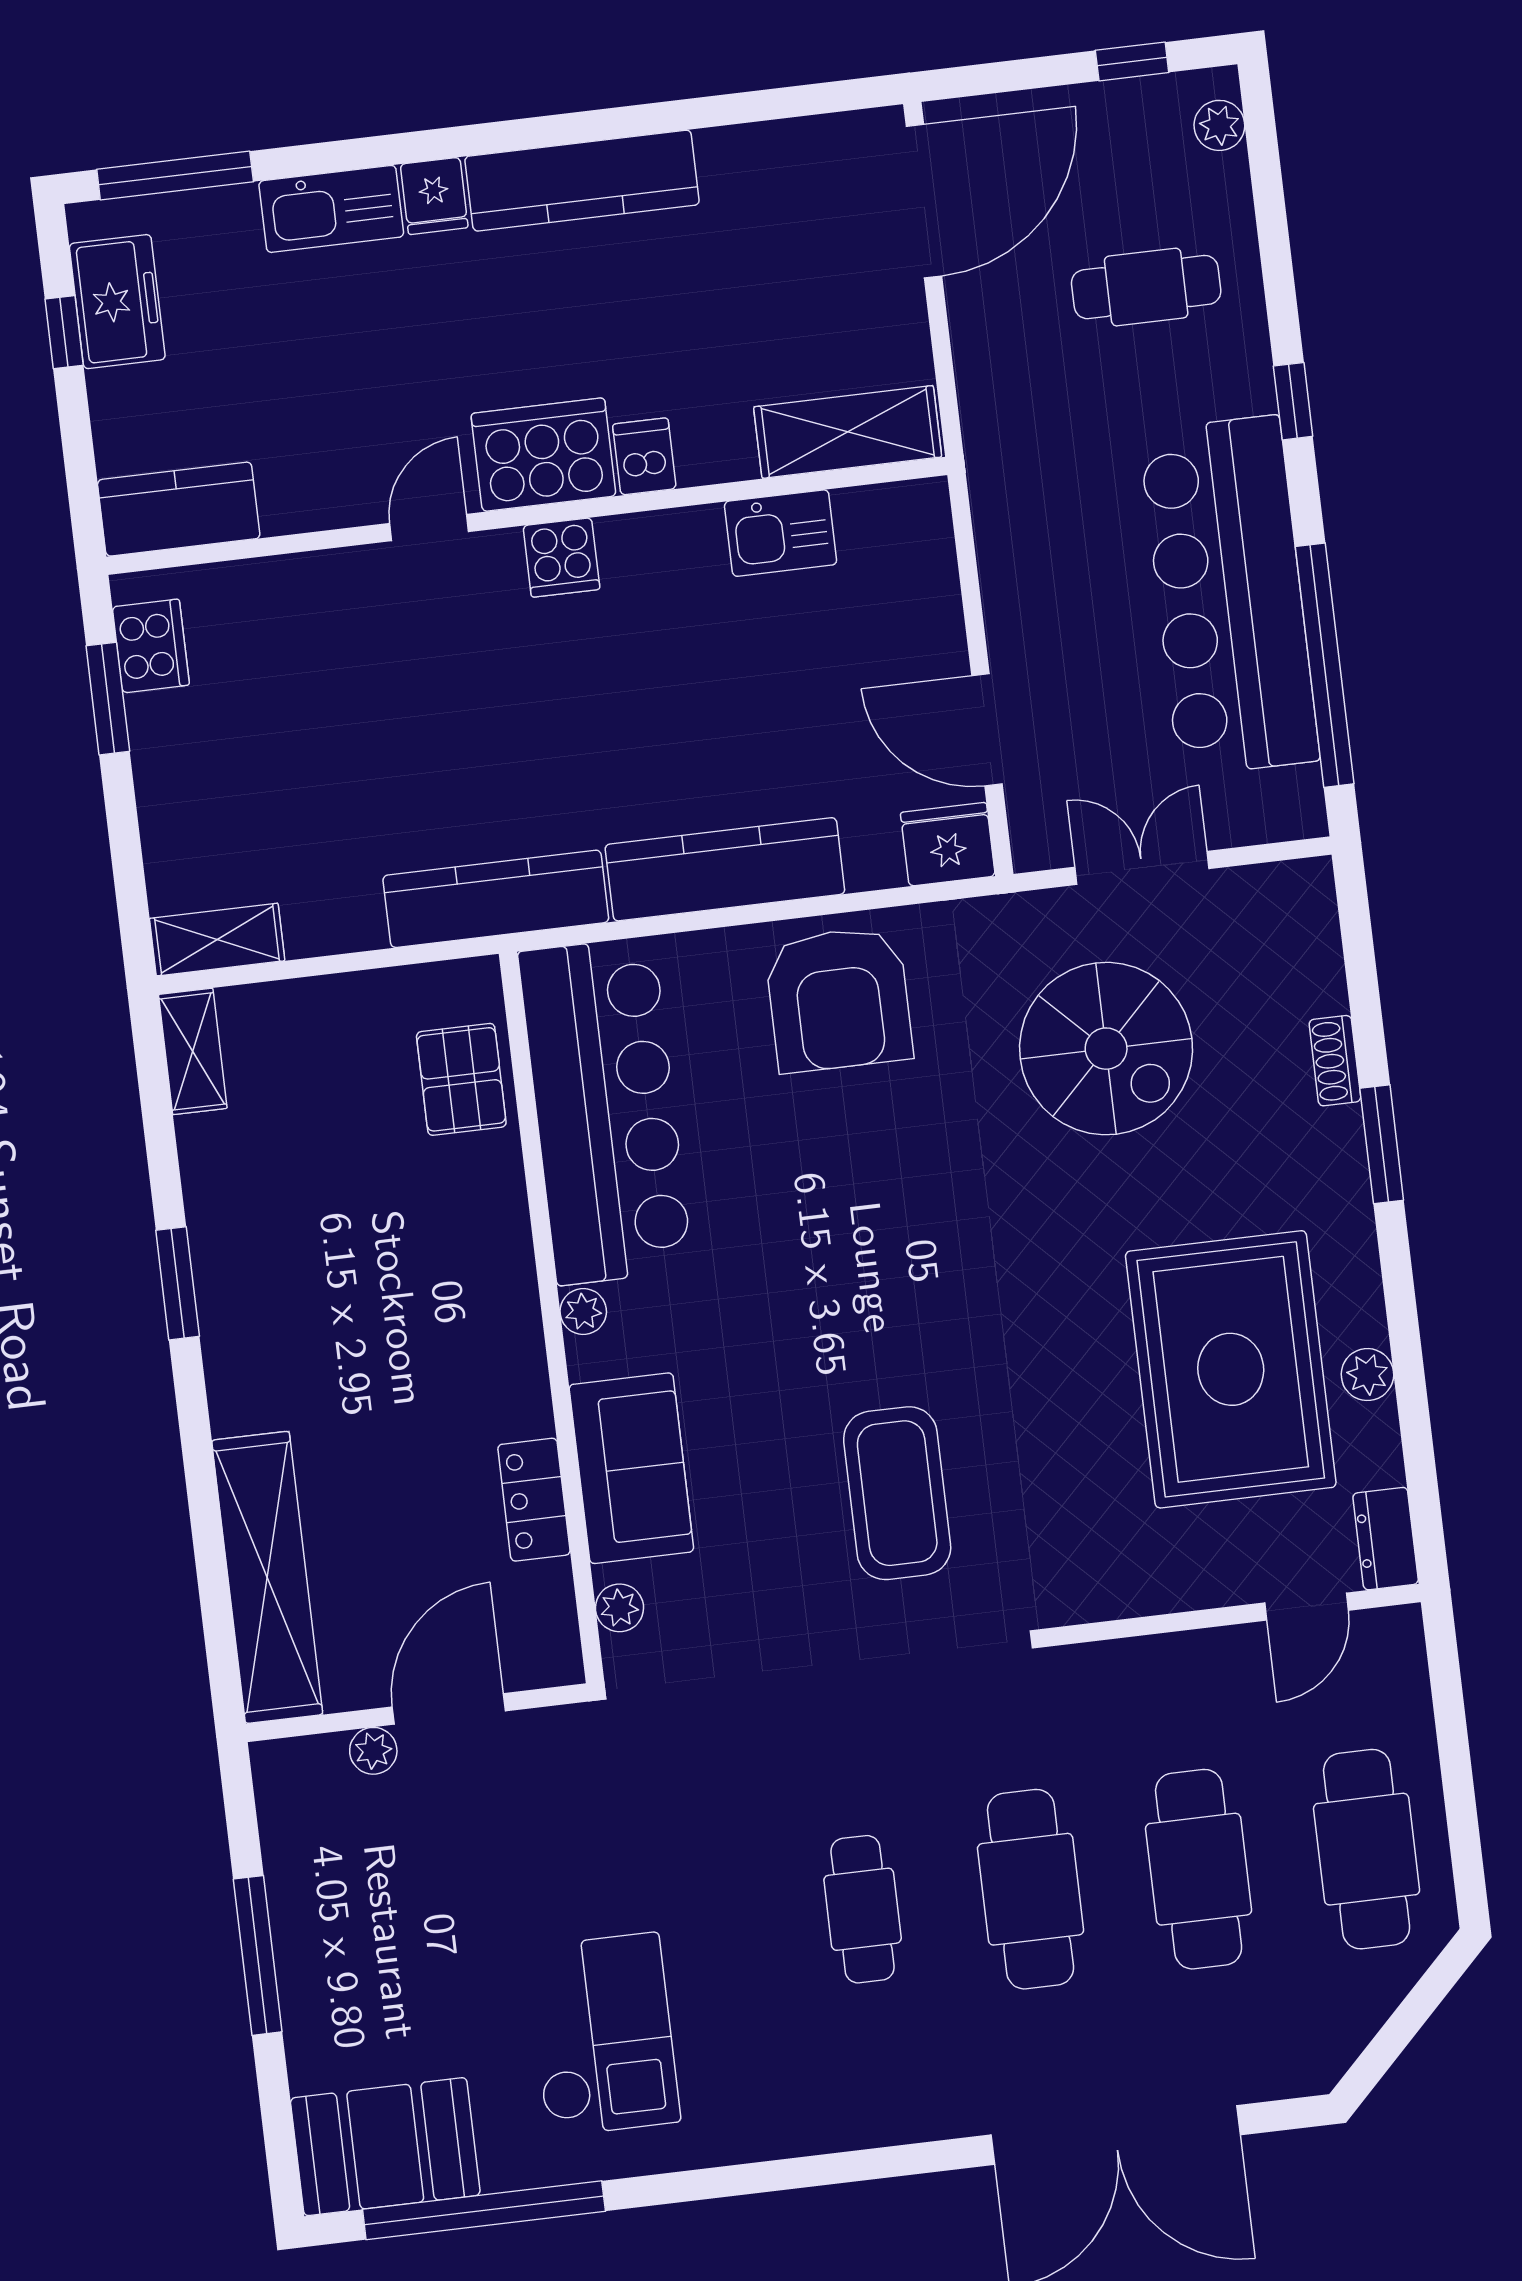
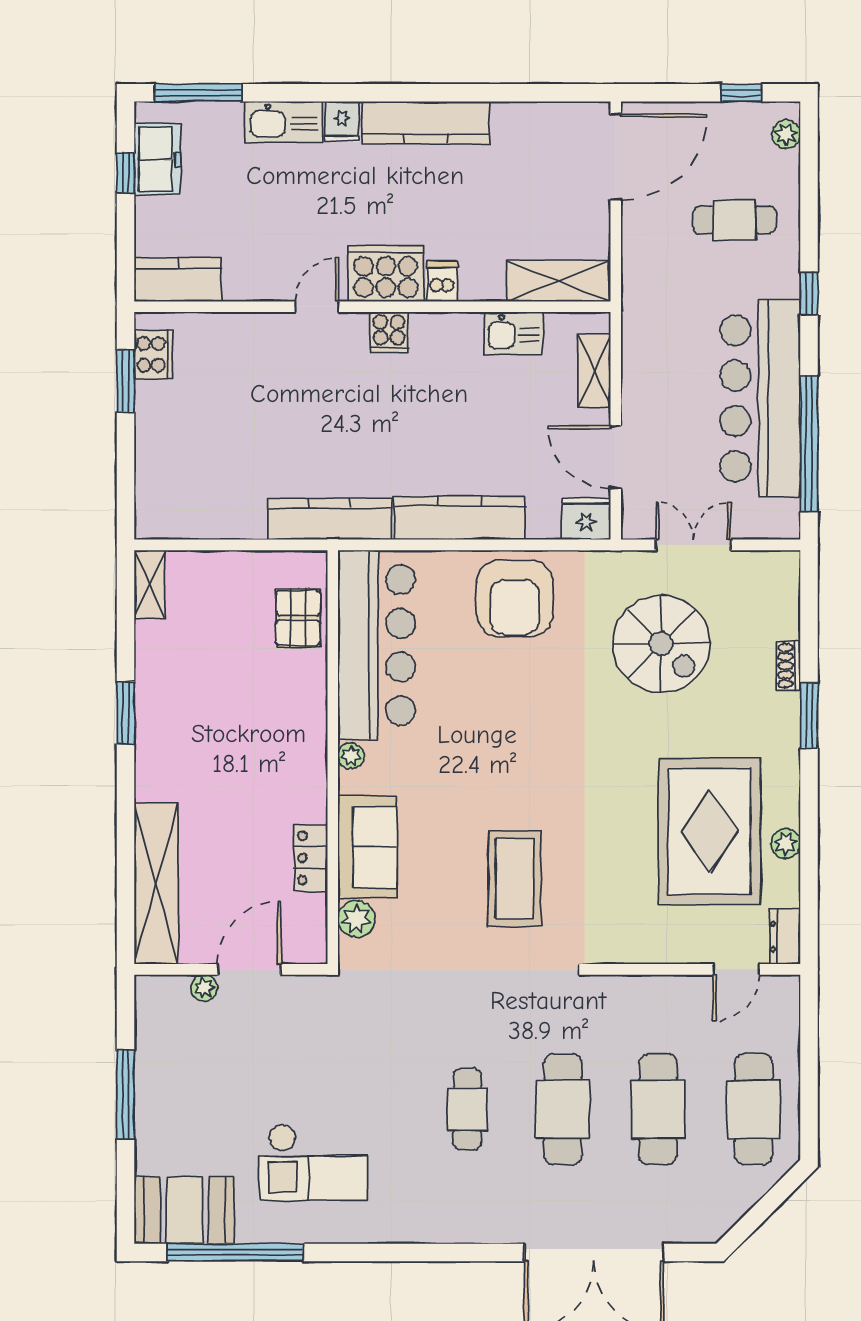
shelving: (217, 940) -> (594, 371), moved, turned 90
plant: (619, 1608) -> (356, 919), width x1.38, depth x1.38
checkout: (603, 2035) -> (314, 1162), turned 90

